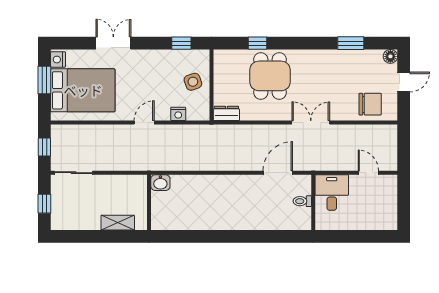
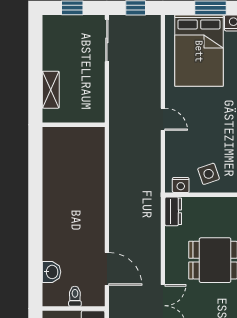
nightstand: (178, 114) -> (181, 185), moved, turned -90
washbasin: (160, 183) -> (52, 272), moved, turned 180

